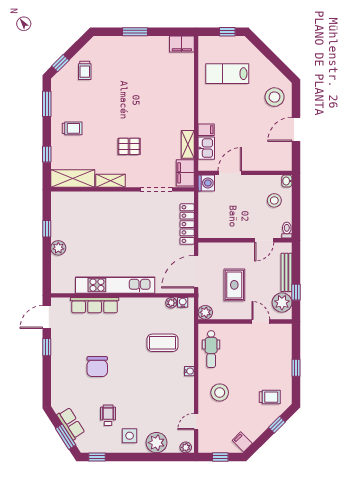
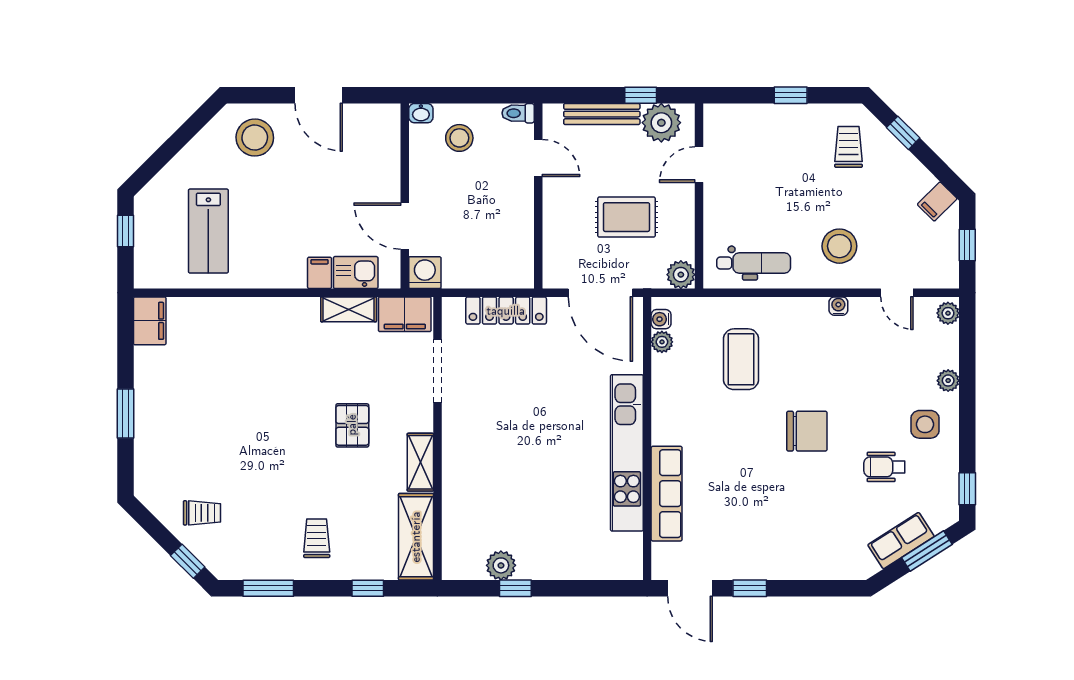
plant: (58, 248) -> (501, 565), moved
chair: (97, 367) -> (807, 431), moved
water cooler: (189, 371) -> (838, 306), moved
plant: (157, 443) -> (948, 381), width x0.53, depth x0.53

